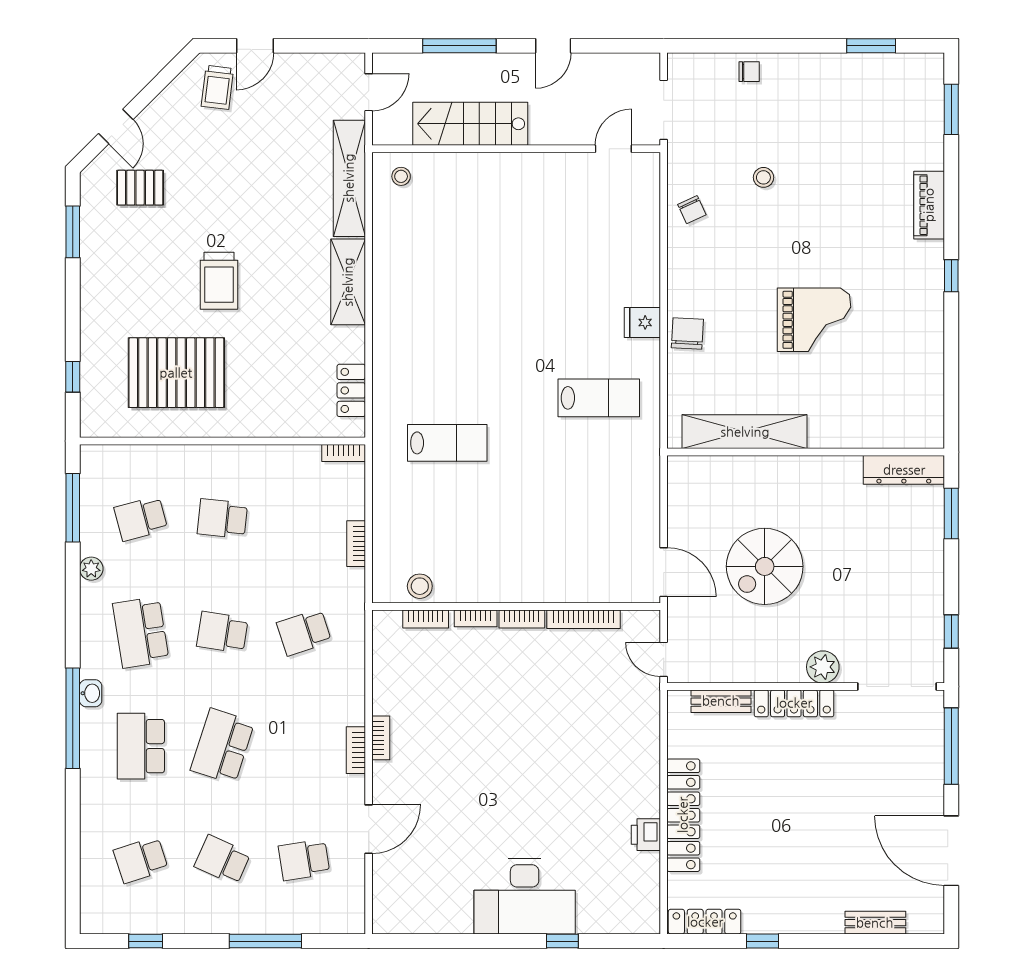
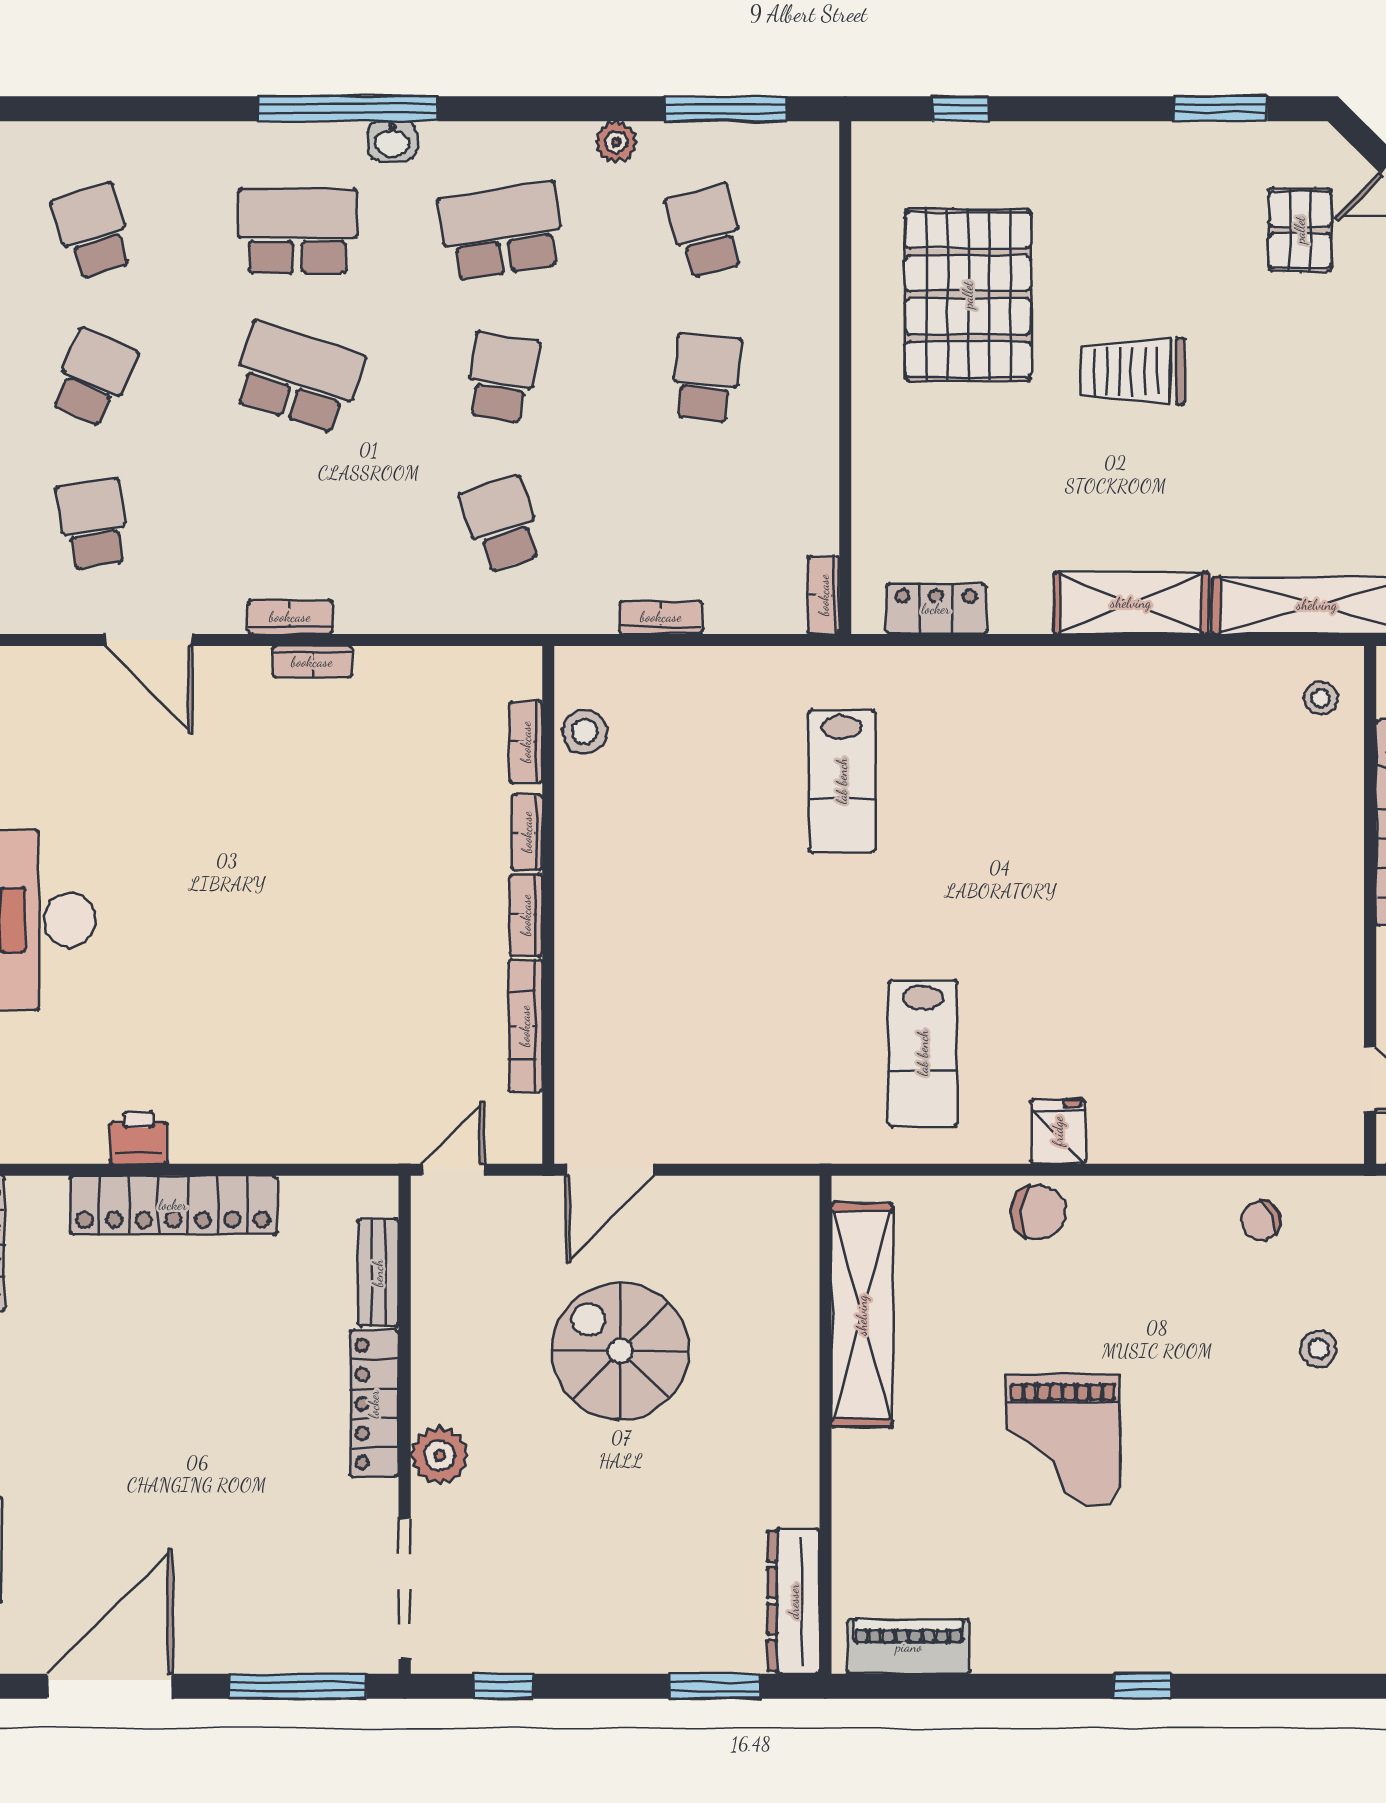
piano: (929, 205) -> (909, 1647), moved

